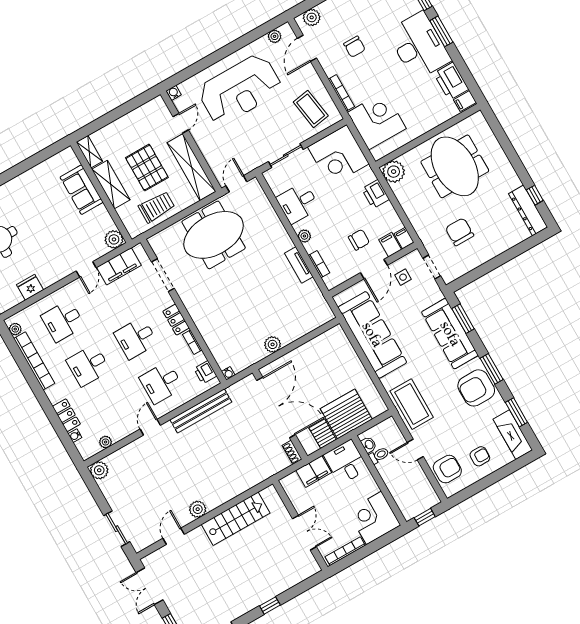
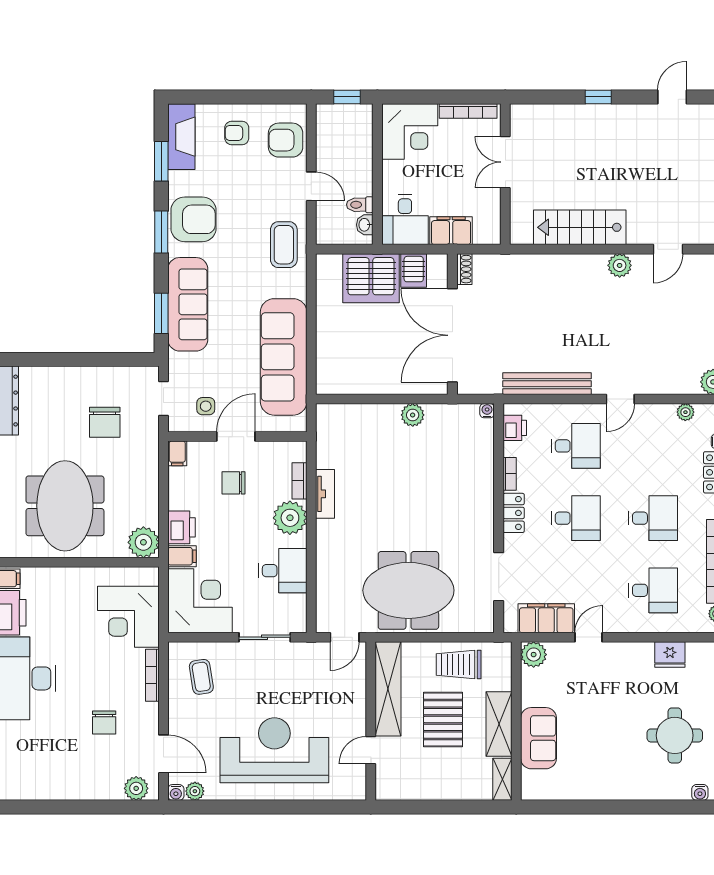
chair: (355, 47) -> (104, 723), turned 180
door: (307, 48) -> (163, 754), hinge flipped
water cooler: (174, 93) -> (176, 792), moved
coffee table: (311, 109) -> (201, 677), width x0.73, depth x0.77
plant: (304, 236) -> (290, 518), width x1.87, depth x1.87
filing cabinet: (390, 245) -> (182, 556), moved, turned -90
coffee table: (412, 404) -> (284, 245), width x0.73, depth x0.76

